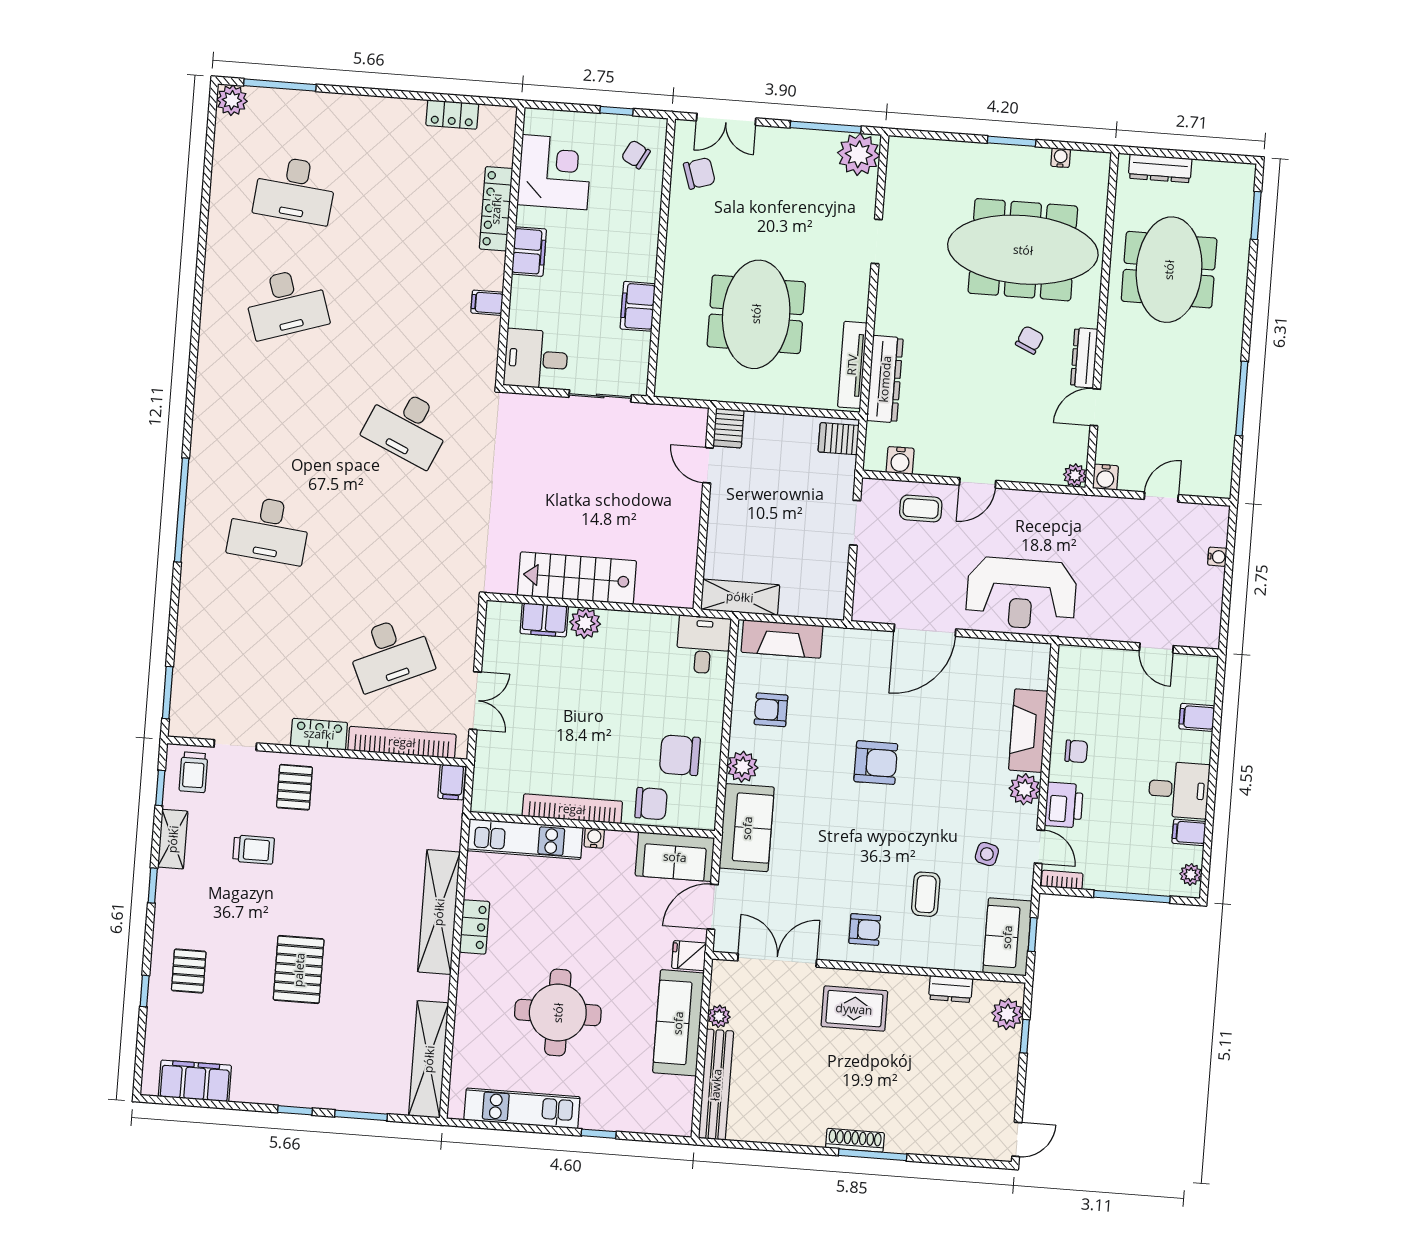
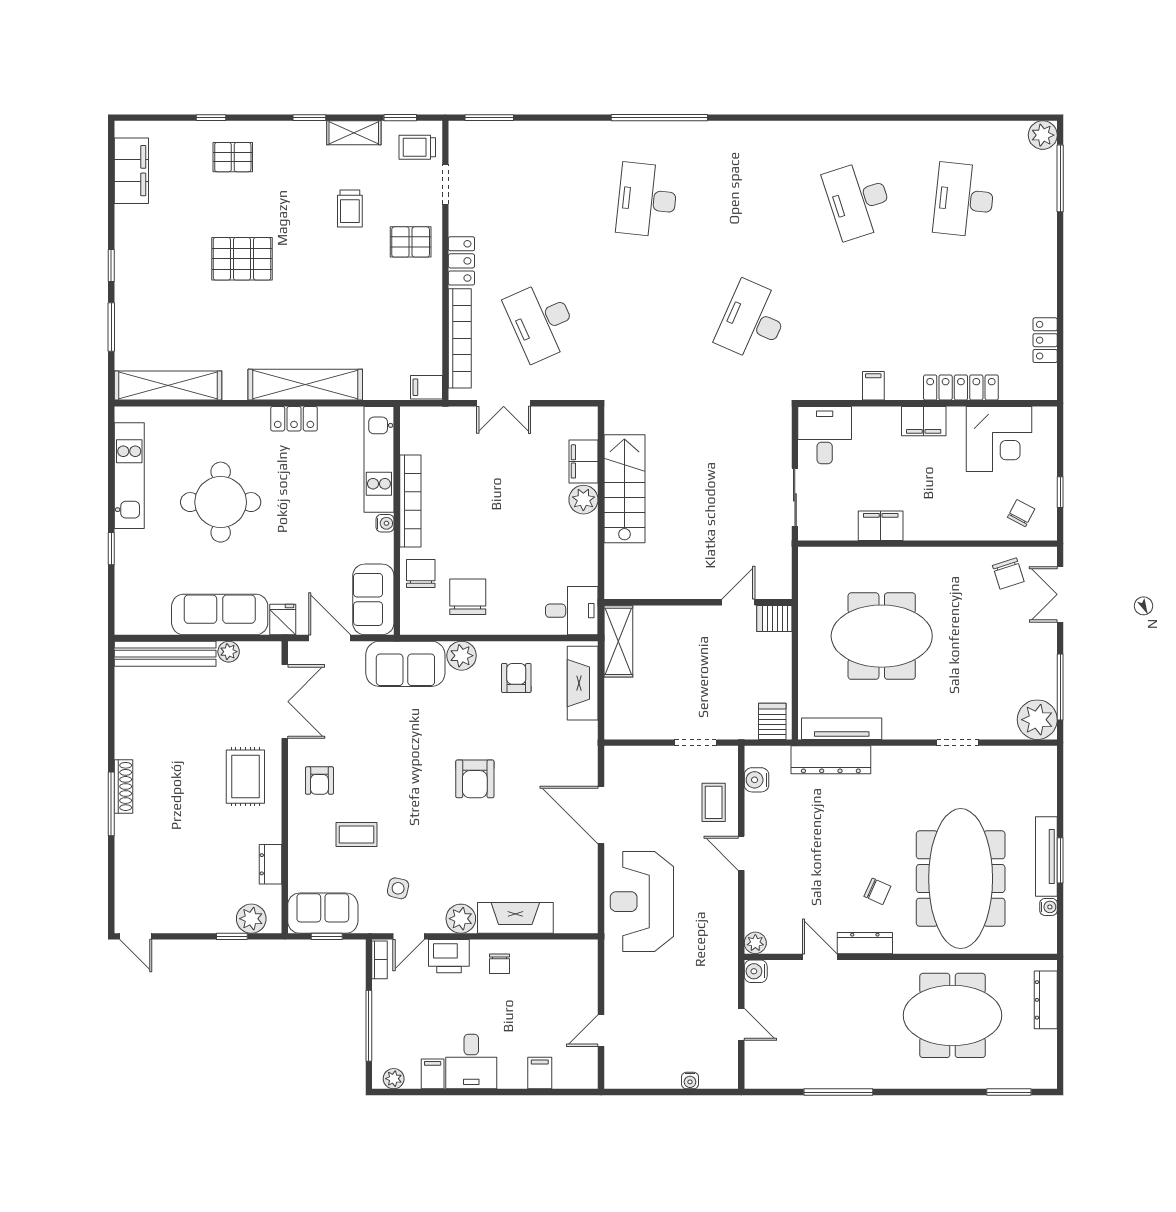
tv unit: (1006, 156) -> (1046, 856), added
chair: (651, 804) -> (421, 574), turned 180

